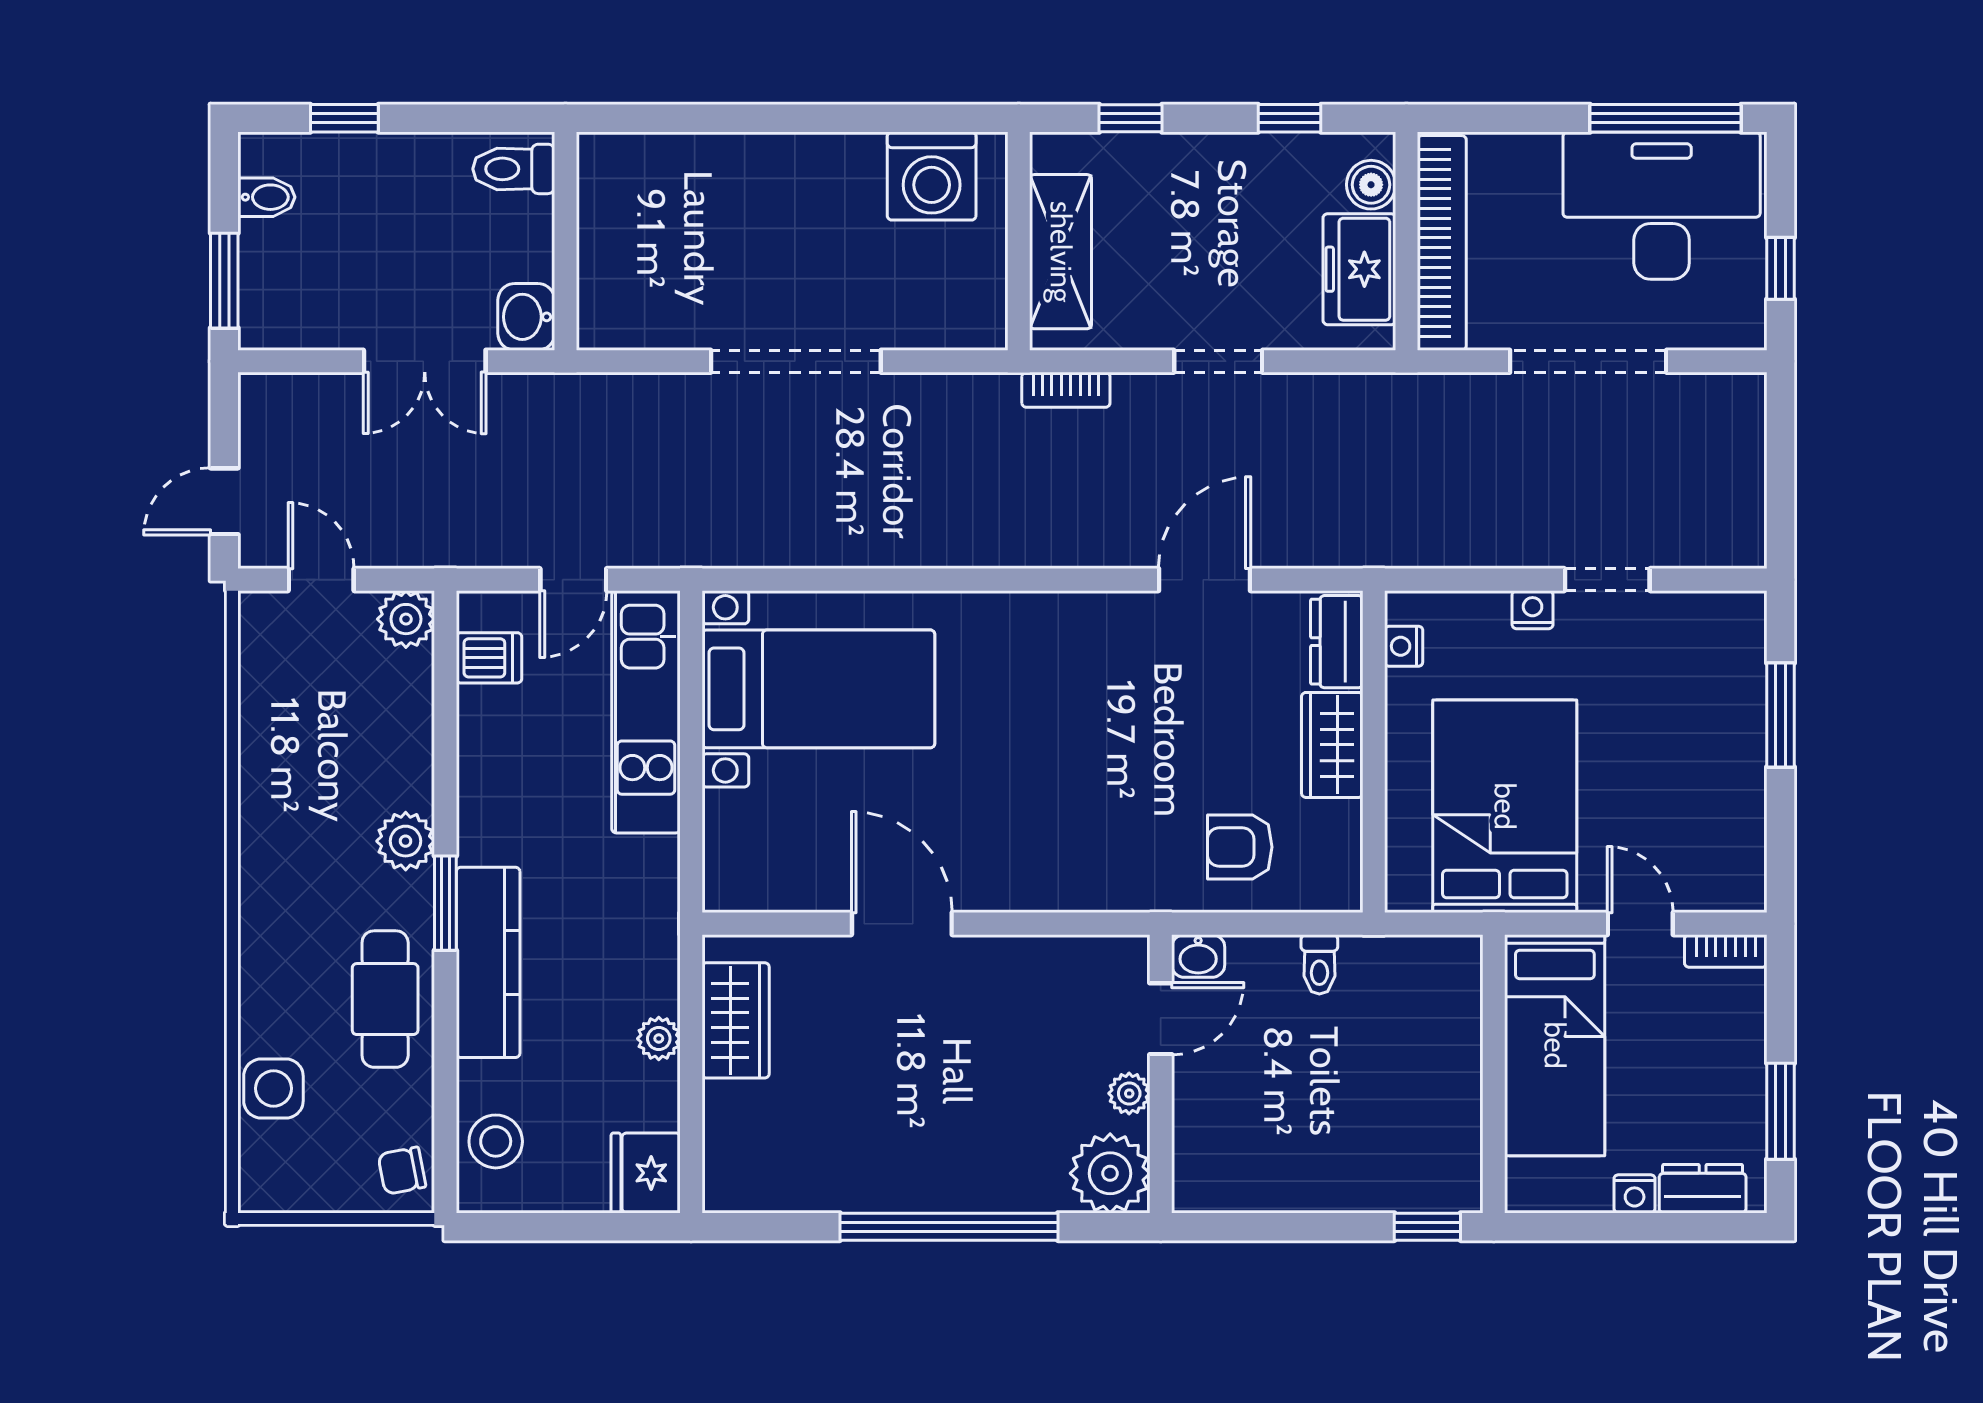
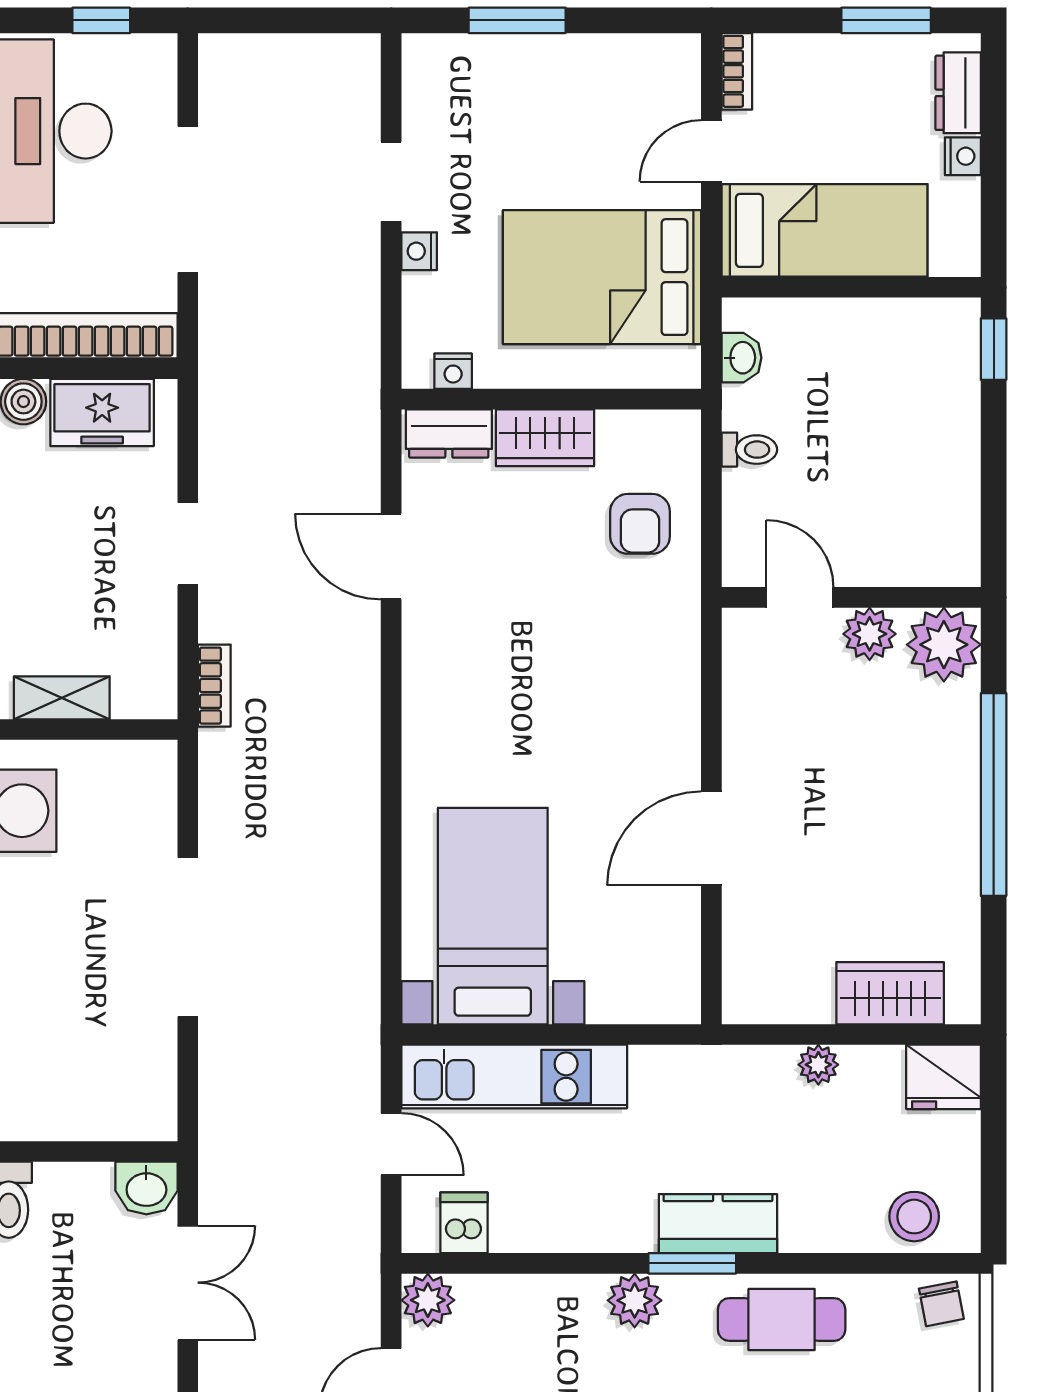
shelving: (1061, 252) -> (62, 698), width x0.67, depth x0.75
washbasin: (1198, 956) -> (742, 358), moved
kitchen counter: (488, 962) -> (718, 1224), width x0.67
wardrobe: (736, 1020) -> (890, 993), moved
plant: (1129, 1093) -> (870, 634), width x1.38, depth x1.38

